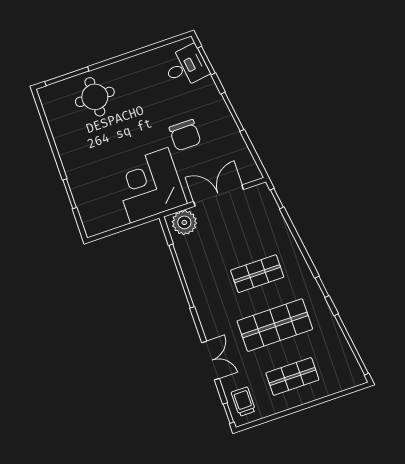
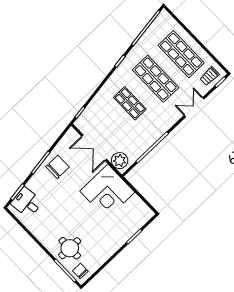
chair: (56, 97) -> (80, 271), added
chair: (185, 135) -> (58, 167), moved
shop shelf: (292, 376) -> (181, 54), width x1.43, depth x1.36

